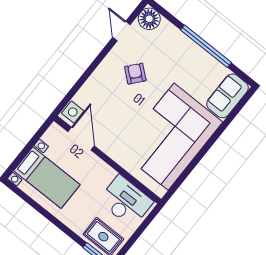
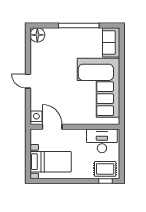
door: (121, 31) -> (28, 81), moved
armchair: (135, 74) -> (53, 70), removed

